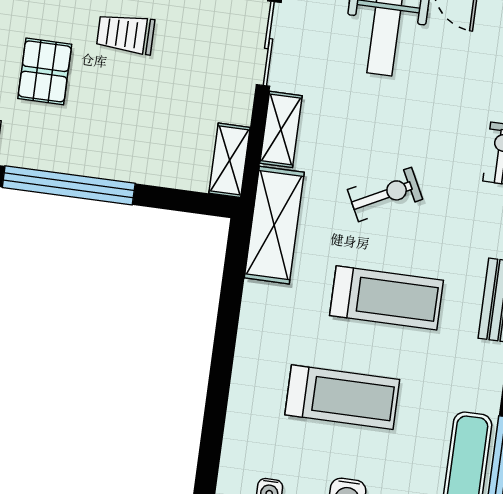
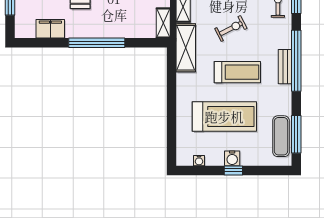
treadmill: (342, 397) -> (224, 117), width x1.37, depth x1.38

